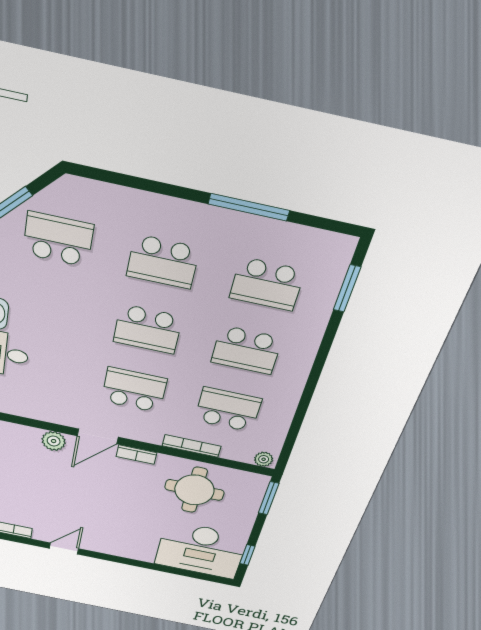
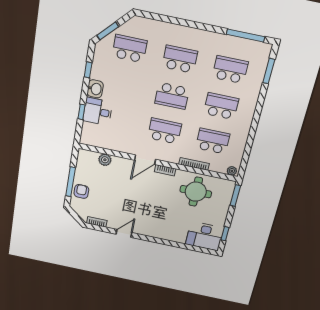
window: (249, 207) -> (246, 35), moved
school desk: (163, 262) -> (180, 59), turned 180
school desk: (267, 284) -> (230, 70), turned 180
school desk: (246, 350) -> (221, 106), turned 180
plant: (54, 441) -> (105, 160), moved
desk: (201, 550) -> (205, 236), width x0.73, depth x0.77

